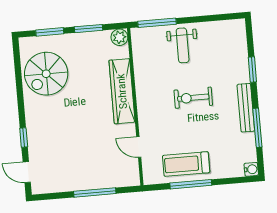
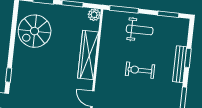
window: (216, 18) -> (168, 14), added
weight bench: (183, 45) -> (140, 30), turned -90
bench: (246, 108) -> (180, 64), moved

